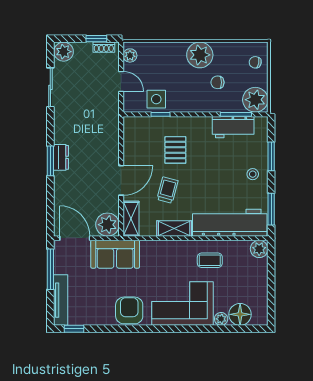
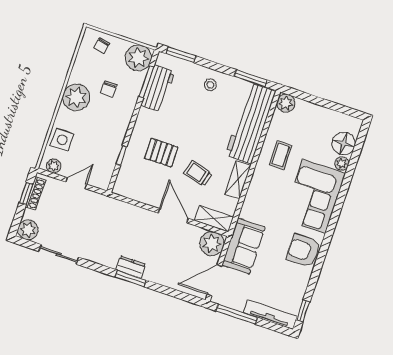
shoe rack: (104, 47) -> (35, 193), width x1.43
side table: (156, 99) -> (62, 140), moved
window: (271, 156) -> (181, 55), moved

